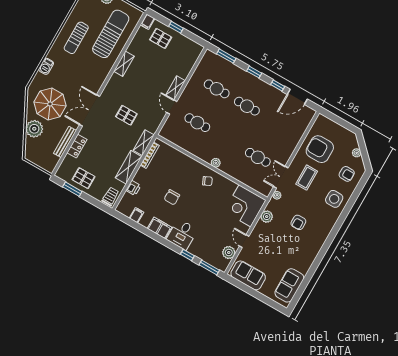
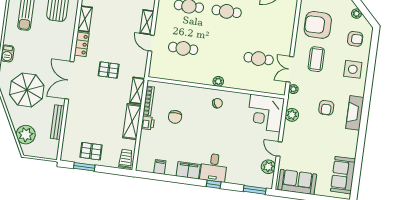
plant: (34, 129) -> (26, 135), moved
locker: (77, 146) -> (82, 44), moved
printer: (133, 188) -> (148, 123), moved
chair: (172, 197) -> (175, 117), moved
fireplace: (321, 237) -> (355, 113), added
window: (187, 255) -> (214, 184), moved

